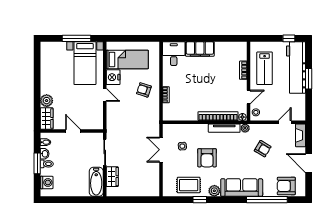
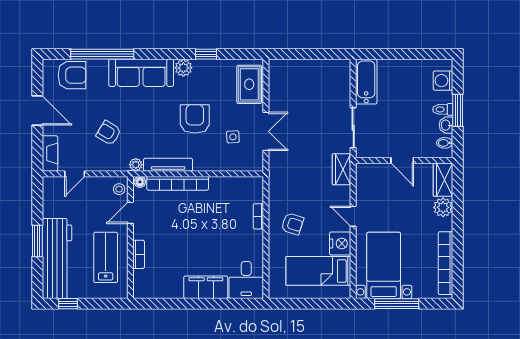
bookcase: (45, 65) -> (445, 263), added
wardrobe: (112, 177) -> (341, 169), moved
rug: (189, 185) -> (249, 84), moved, turned 90

